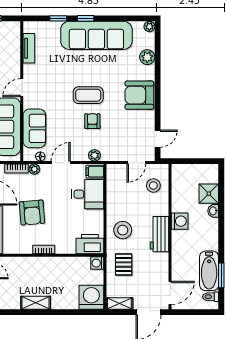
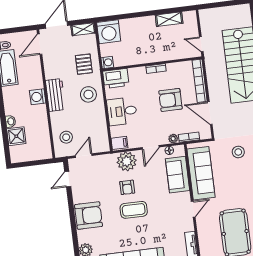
plant: (94, 155) -> (127, 161), width x1.87, depth x1.87
desk: (88, 194) -> (122, 111), moved
armchair: (32, 213) -> (170, 100), turned -85
washing machine: (180, 221) -> (38, 97), moved
shelving: (36, 303) -> (169, 19), moved

